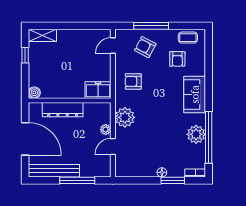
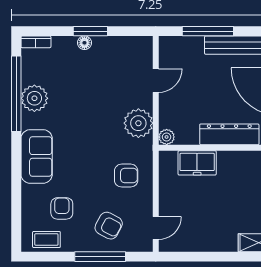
freezer: (98, 90) -> (197, 163), moved
plant: (106, 130) -> (167, 137), moved
window: (173, 180) -> (90, 31), moved

